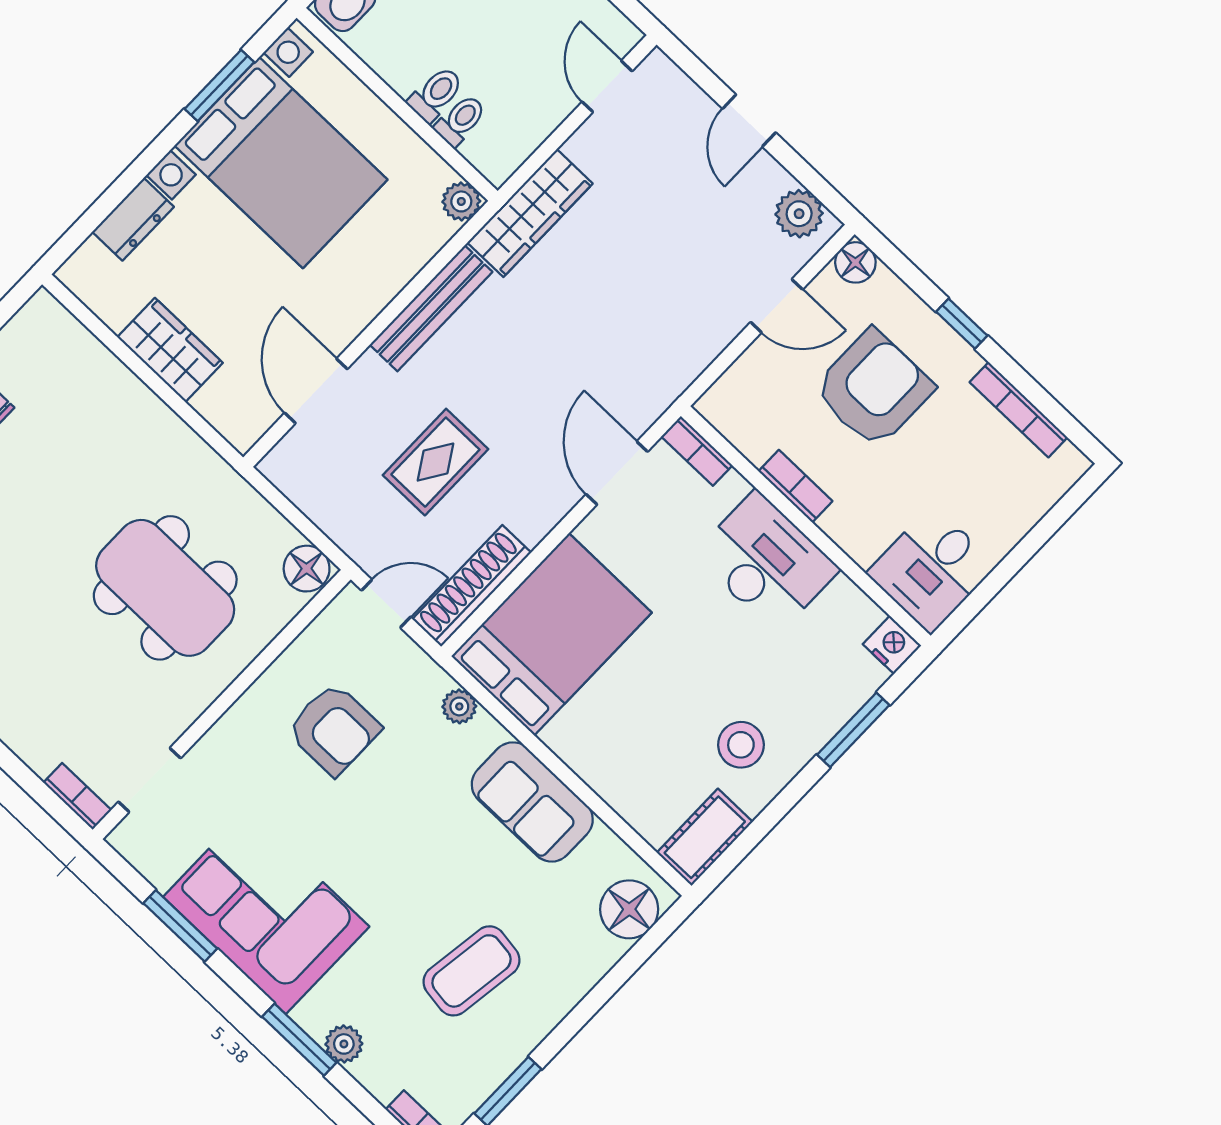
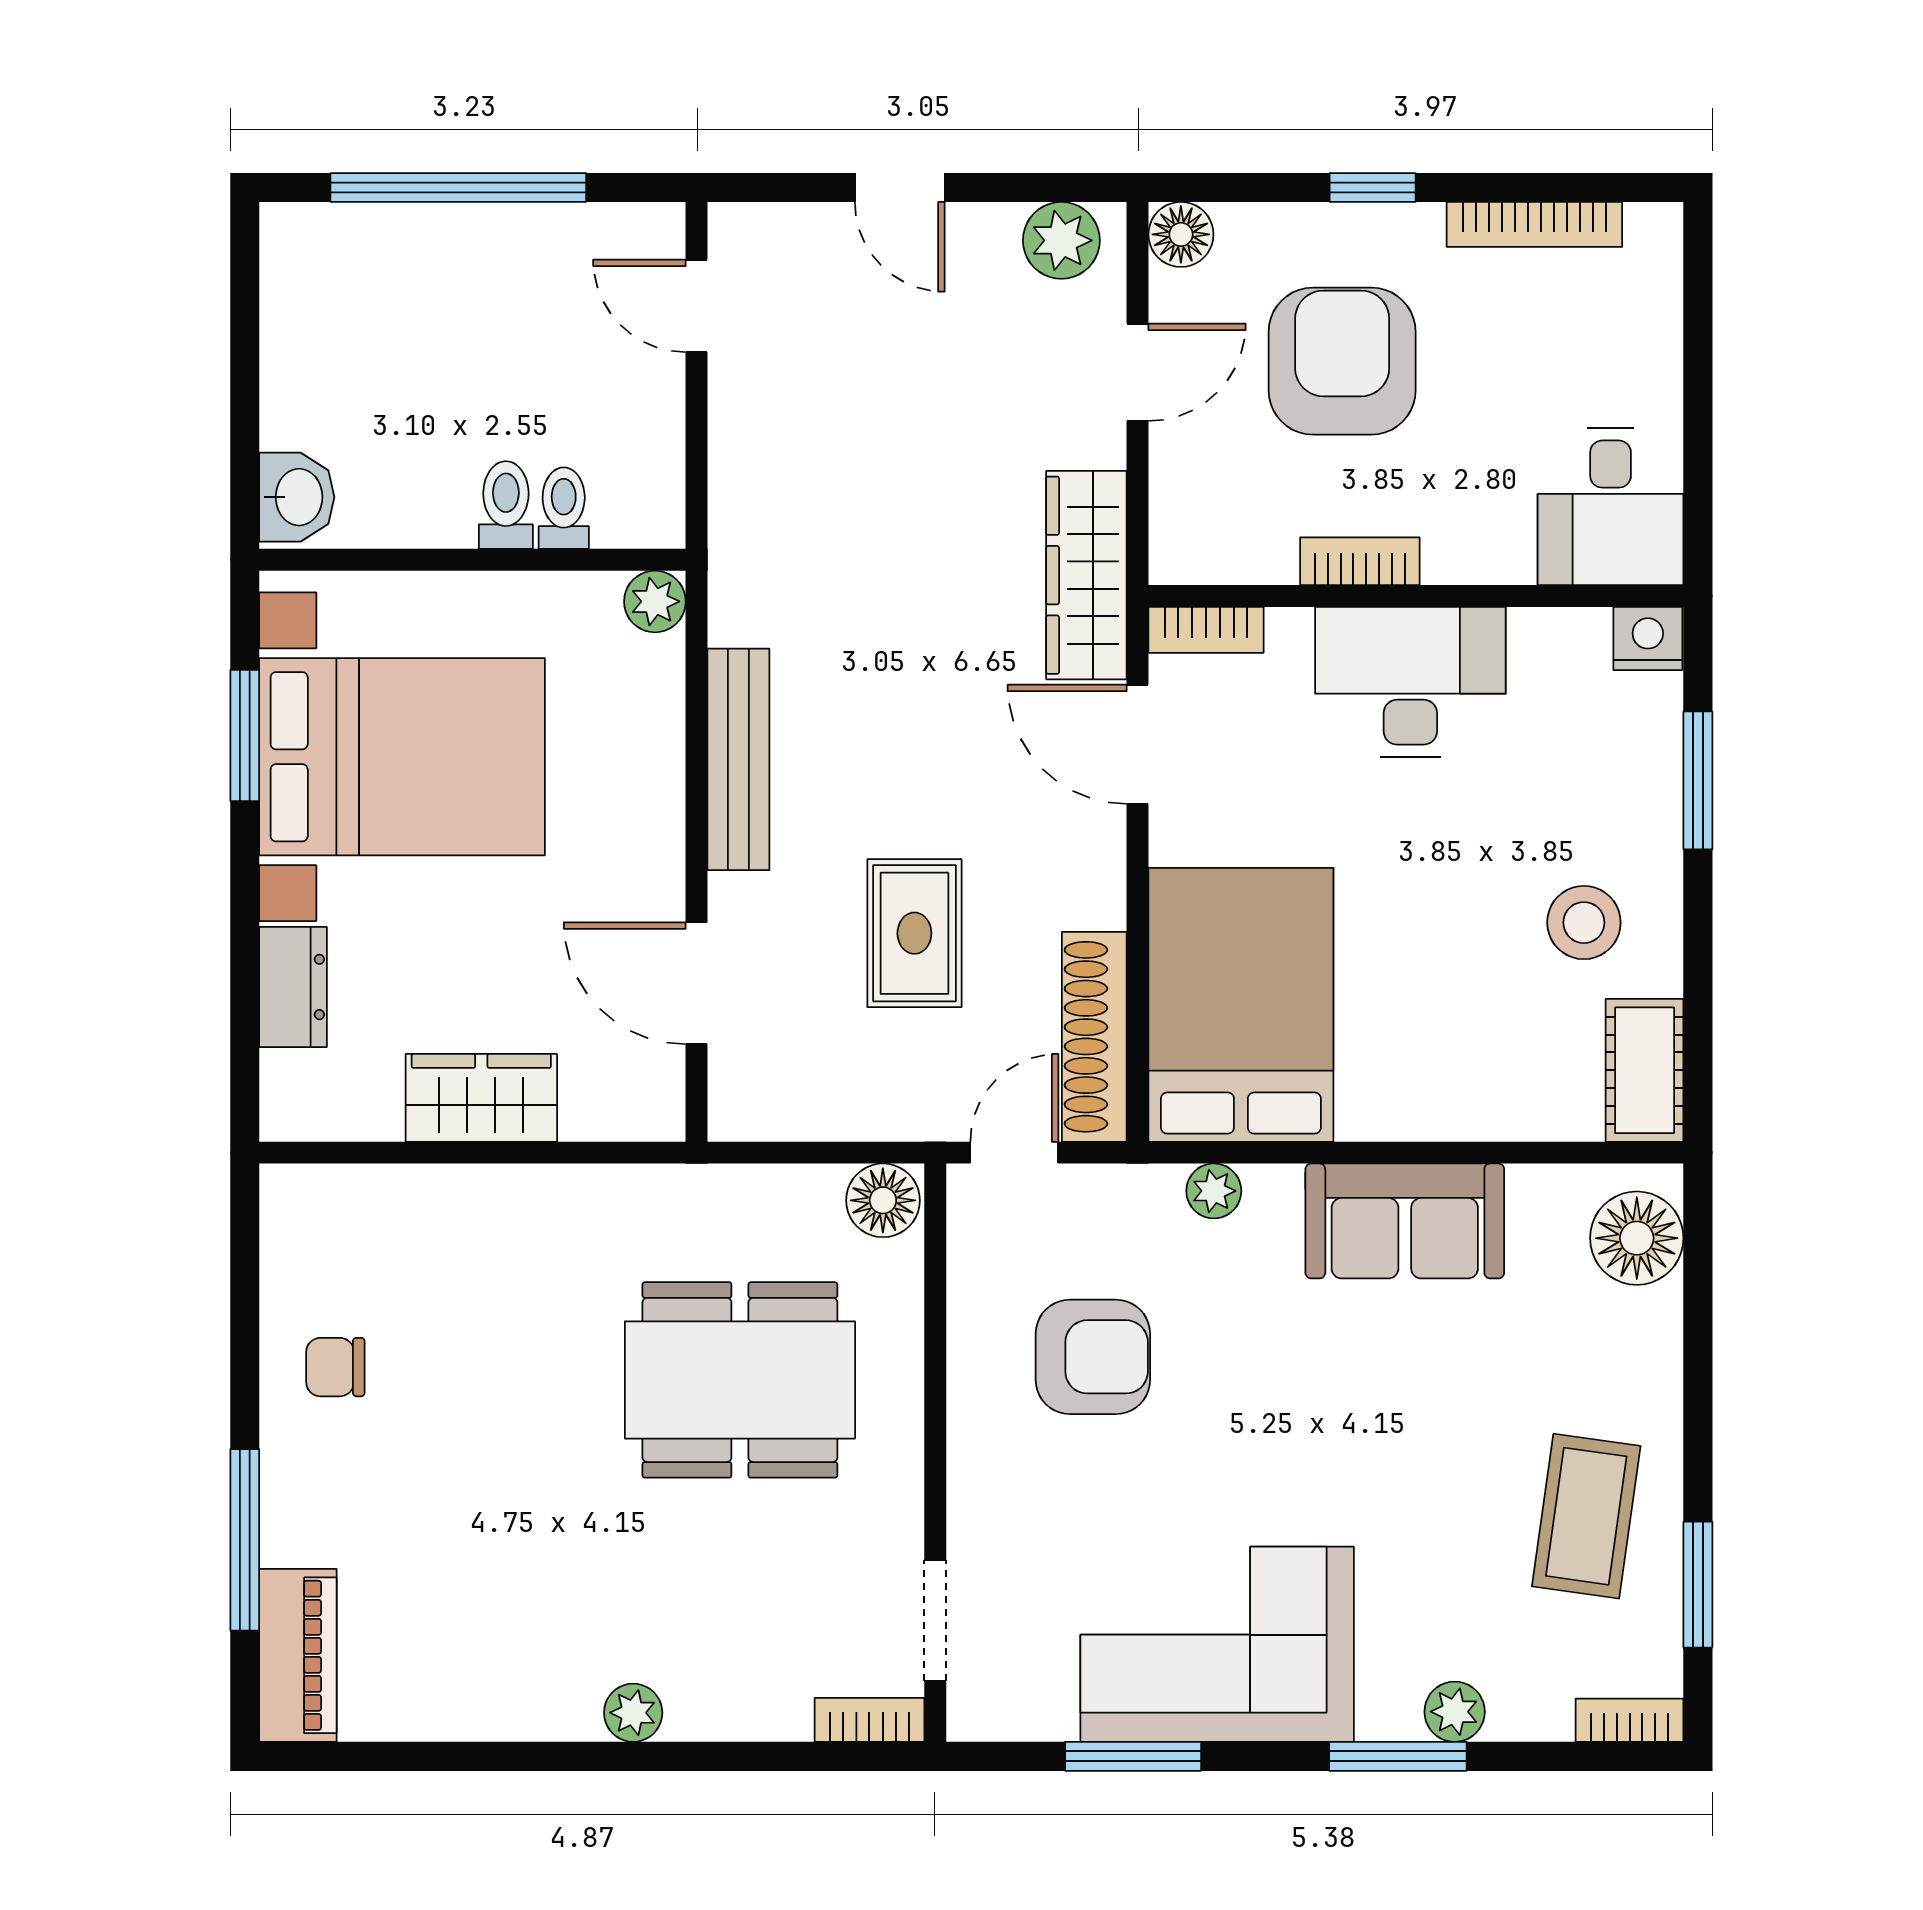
wardrobe: (530, 213) -> (1086, 575), moved, turned 180
coffee table: (472, 971) -> (1586, 1516), moved

